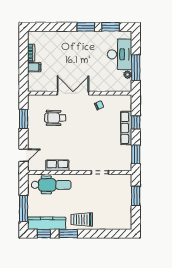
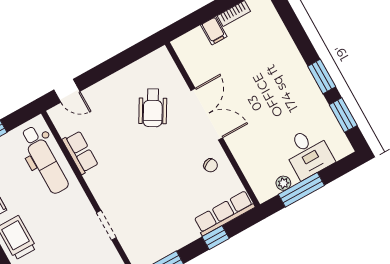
desk: (119, 54) -> (308, 153), width x0.73
wheelchair: (55, 118) -> (153, 108), turned -150
window: (24, 119) -> (124, 59), removed
row of seats: (126, 128) -> (224, 213), moved

